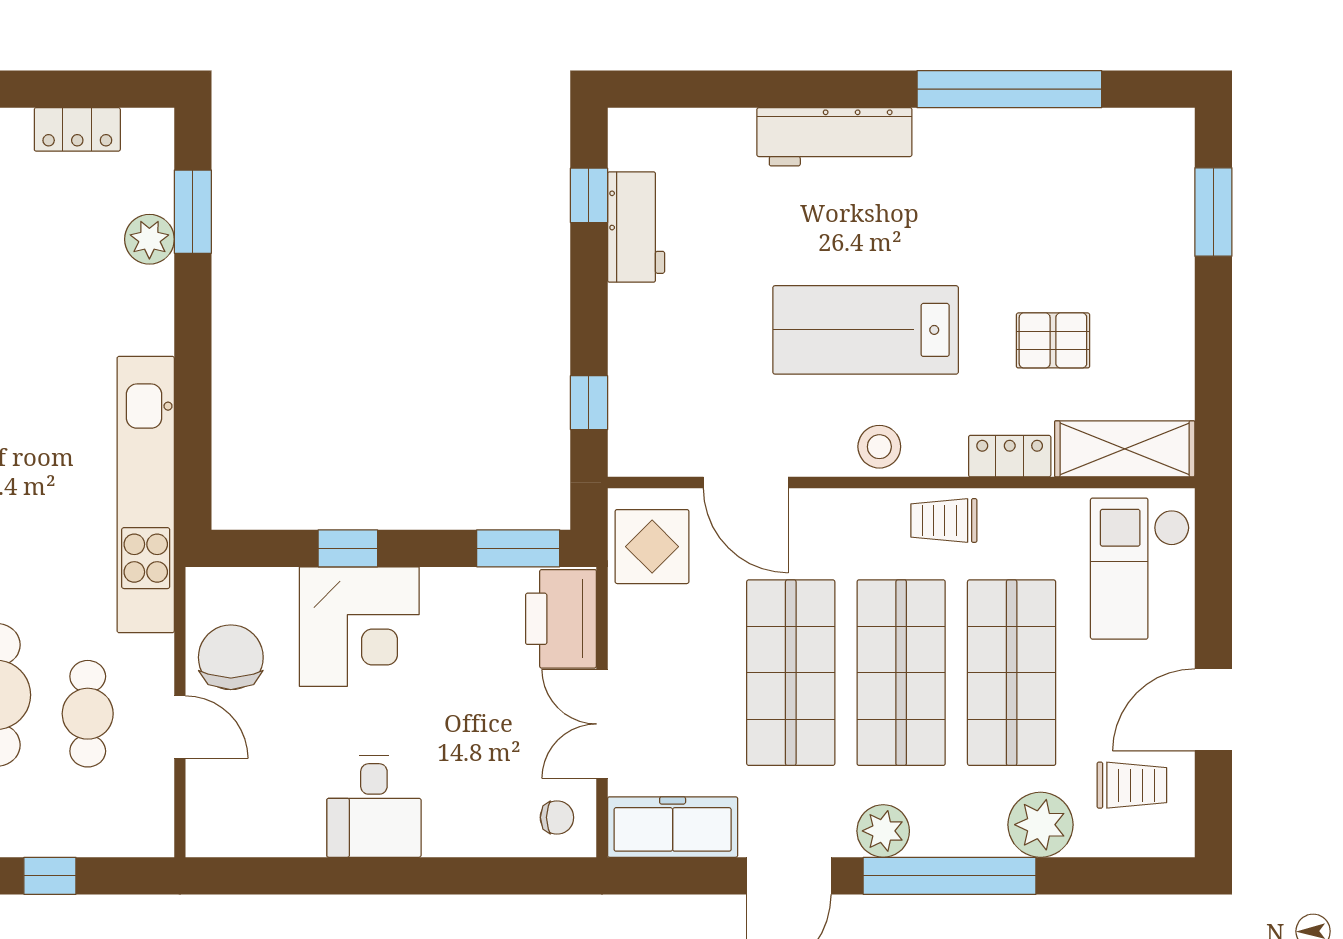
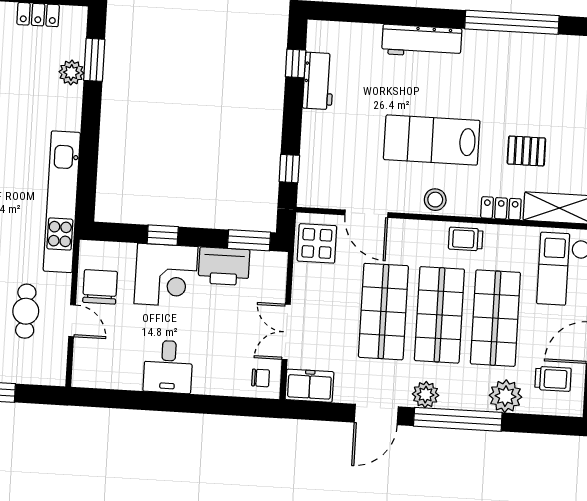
printer: (561, 619) -> (224, 266), moved, turned -90
freezer: (673, 827) -> (309, 386), width x0.71

